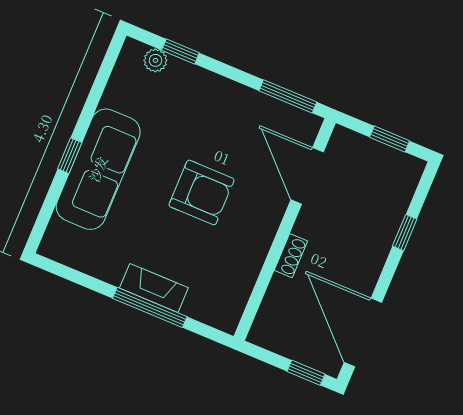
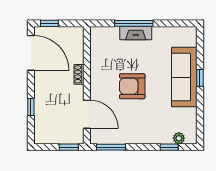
window: (390, 139) -> (69, 147), moved

